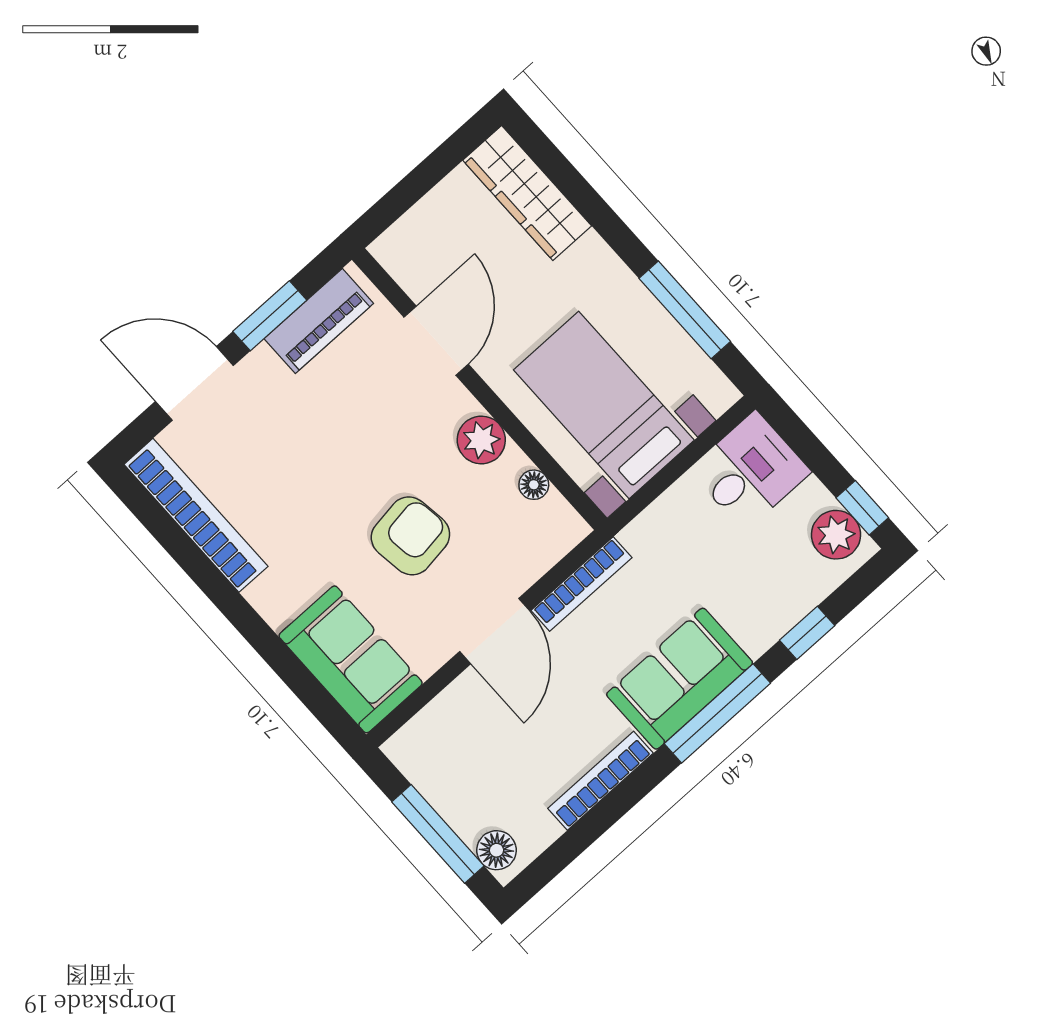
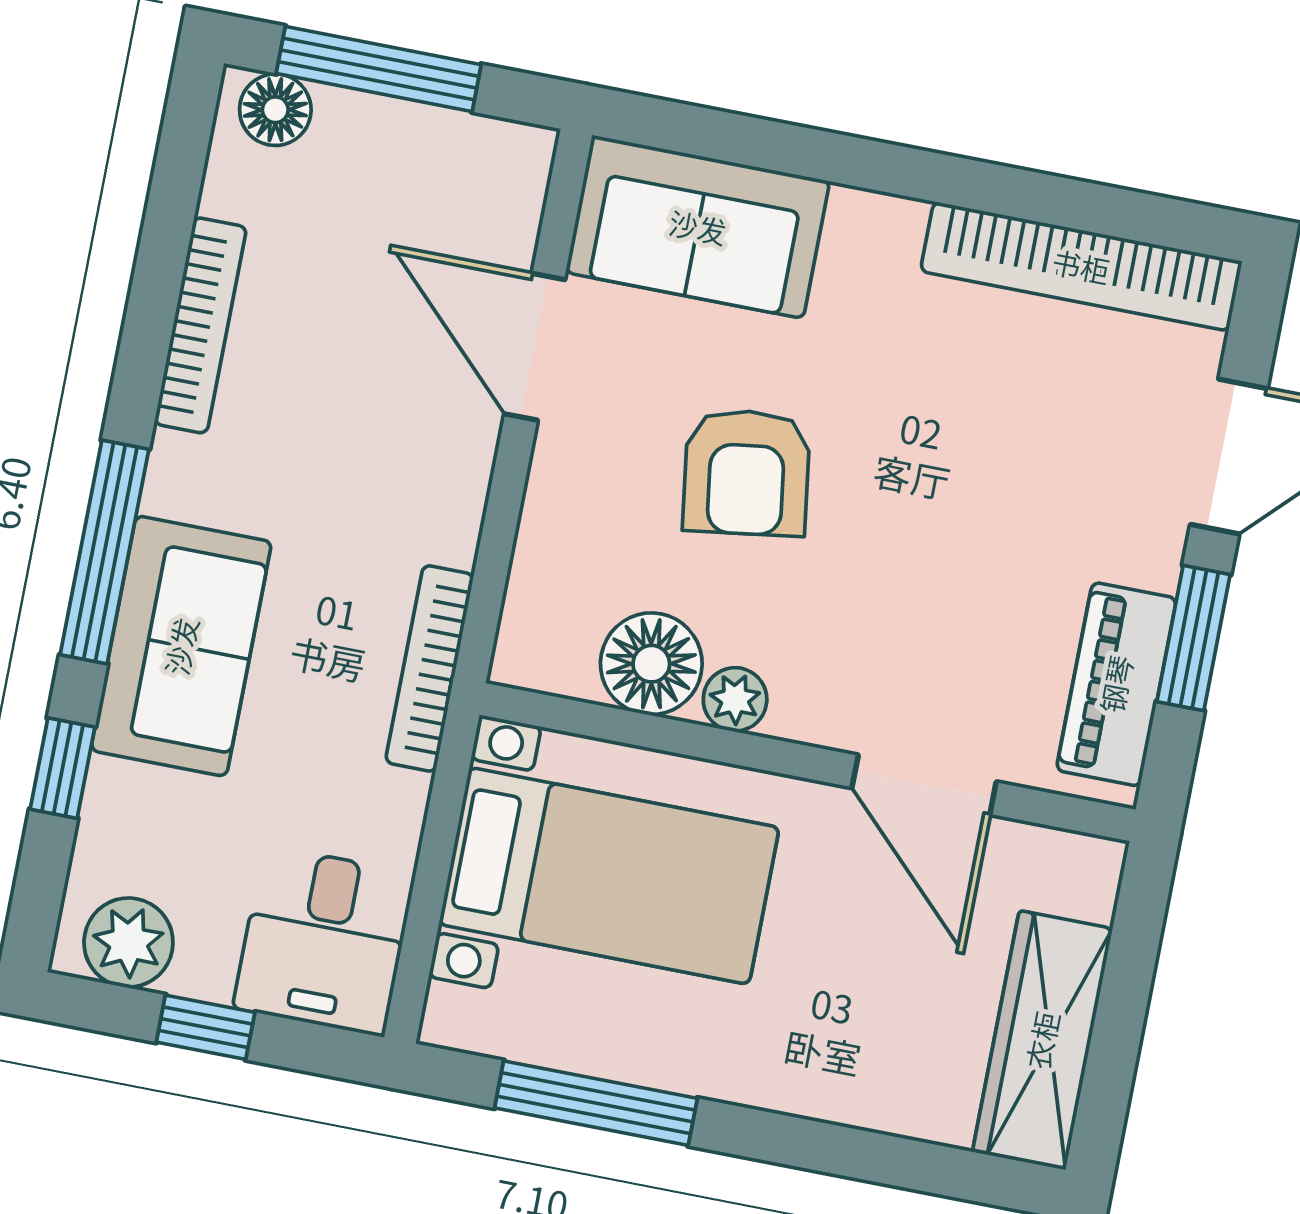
wardrobe: (527, 193) -> (1042, 1040), moved, turned -90
plant: (481, 440) -> (735, 699), width x0.73, depth x0.73
floor lamp: (534, 485) -> (651, 664), width x1.89, depth x1.89
window: (862, 508) -> (206, 1027), moved
bookcase: (581, 584) -> (430, 668), moved
door: (495, 631) -> (535, 347), moved
sofa: (680, 679) -> (181, 646), moved

